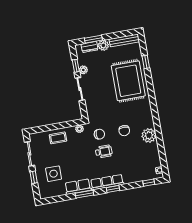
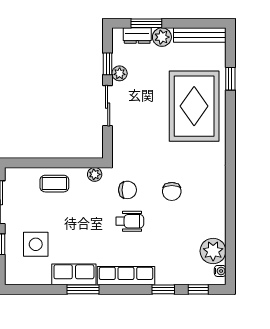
plant: (149, 135) -> (213, 251), moved
window: (113, 189) -> (163, 289), moved

